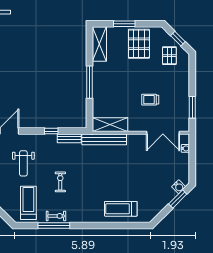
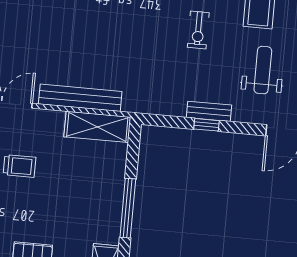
bench: (69, 138) -> (209, 111), moved
bench: (104, 139) -> (80, 98), moved

